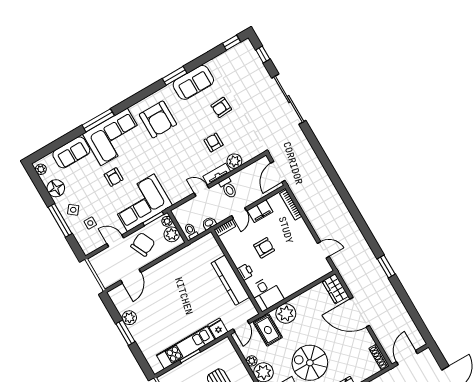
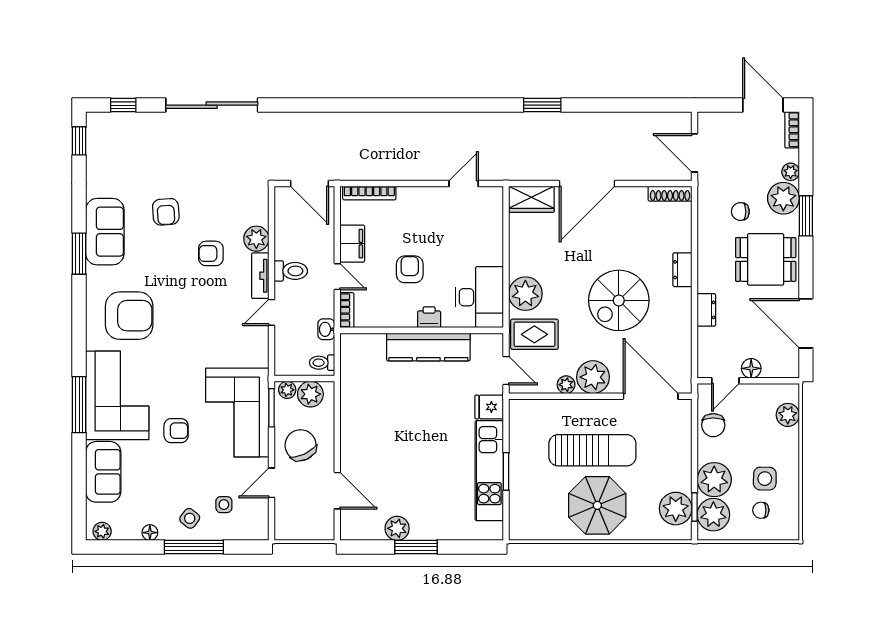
floor lamp: (56, 188) -> (150, 533), width x0.53, depth x0.53
desk: (266, 294) -> (479, 297), width x1.37

